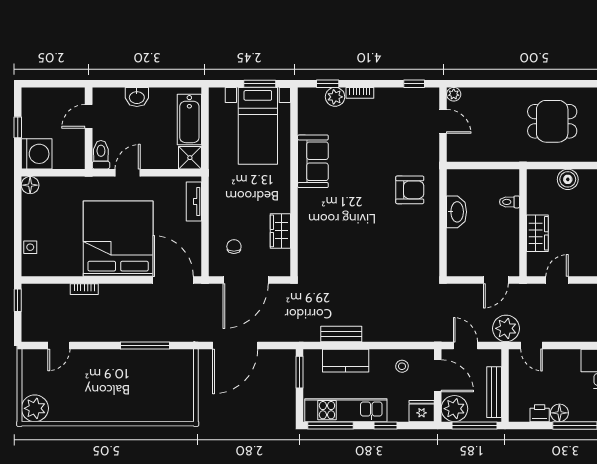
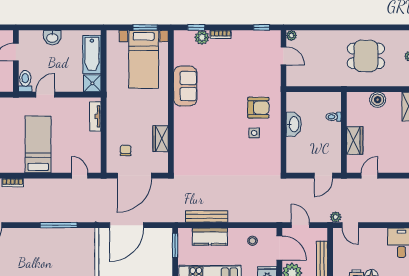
side table: (404, 223) -> (254, 133), added
bed: (118, 239) -> (38, 144), width x0.49
door: (173, 280) -> (80, 176), width x0.53
plant: (506, 328) -> (336, 217), width x0.53, depth x0.53
bench: (341, 334) -> (207, 216), width x1.36

